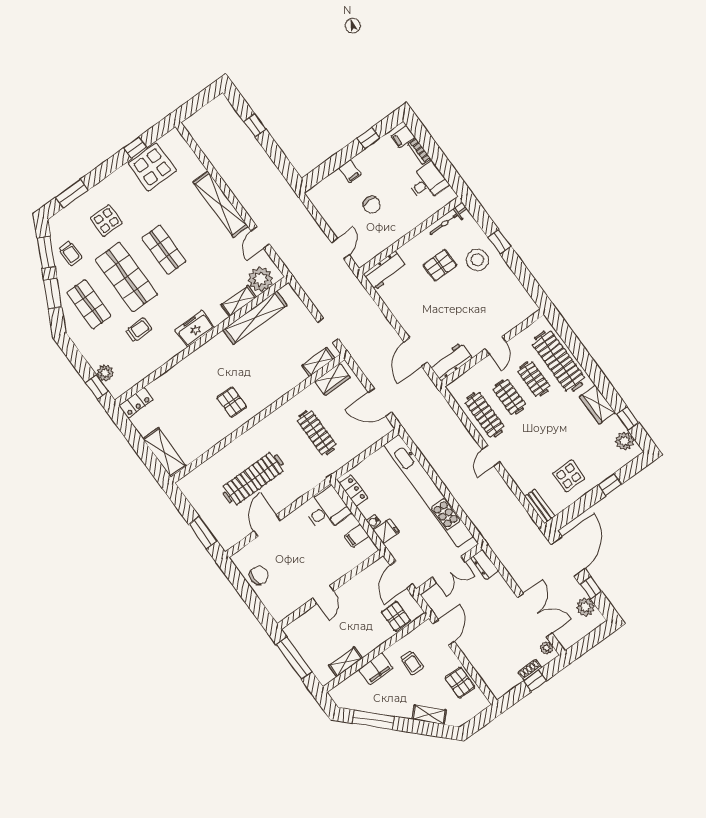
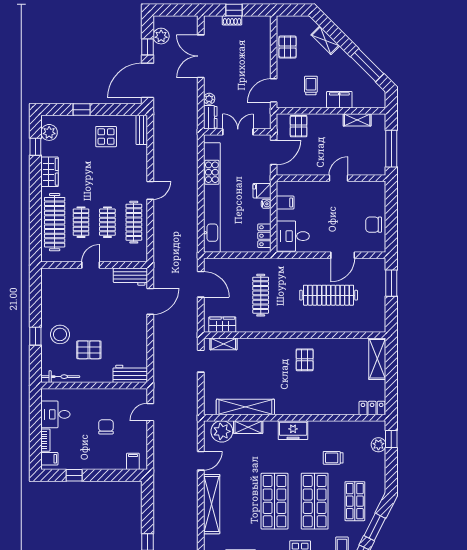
filing cabinet: (350, 171) -> (133, 461), moved
shop shelf: (164, 250) -> (275, 501), width x1.43, depth x1.36
plant: (546, 648) -> (209, 99), moved

